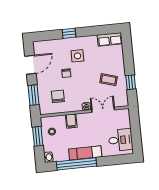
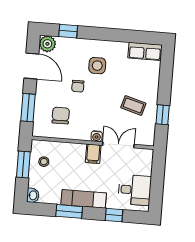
window: (69, 33) -> (68, 31), moved
plant: (39, 47) -> (47, 44), added
door: (30, 65) -> (31, 66), hinge flipped
filing cabinet: (71, 121) -> (93, 154), moved
window: (109, 161) -> (114, 215), added
window: (77, 164) -> (69, 211), width x0.47

